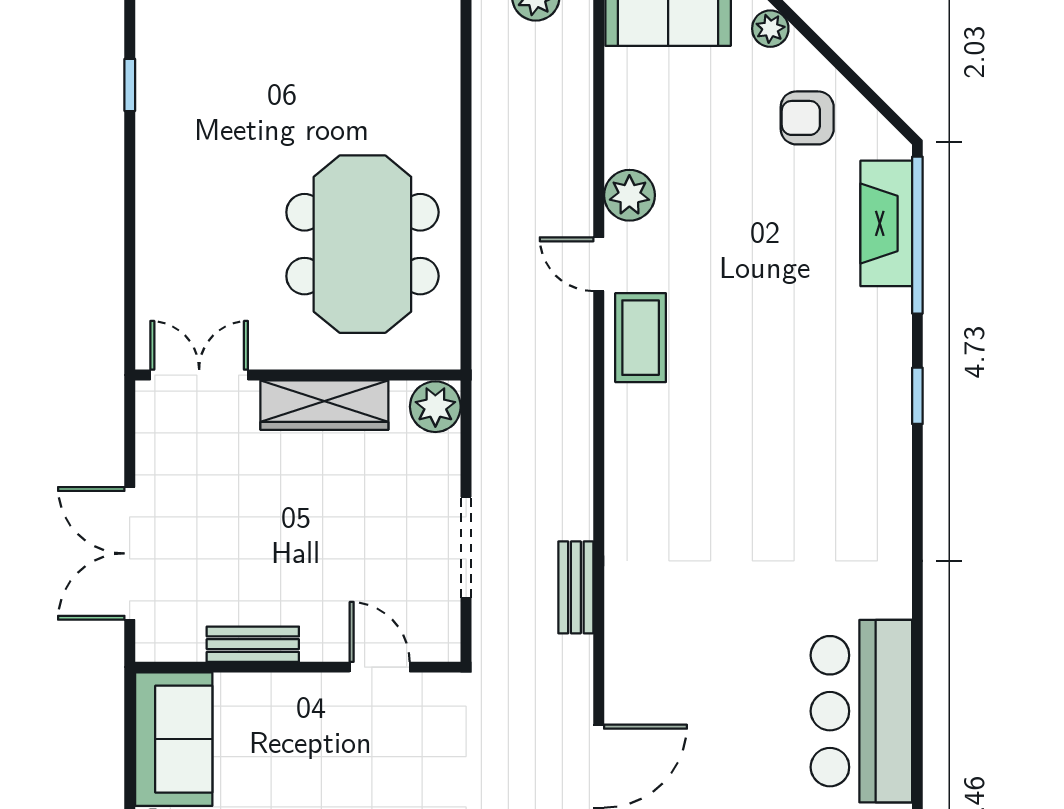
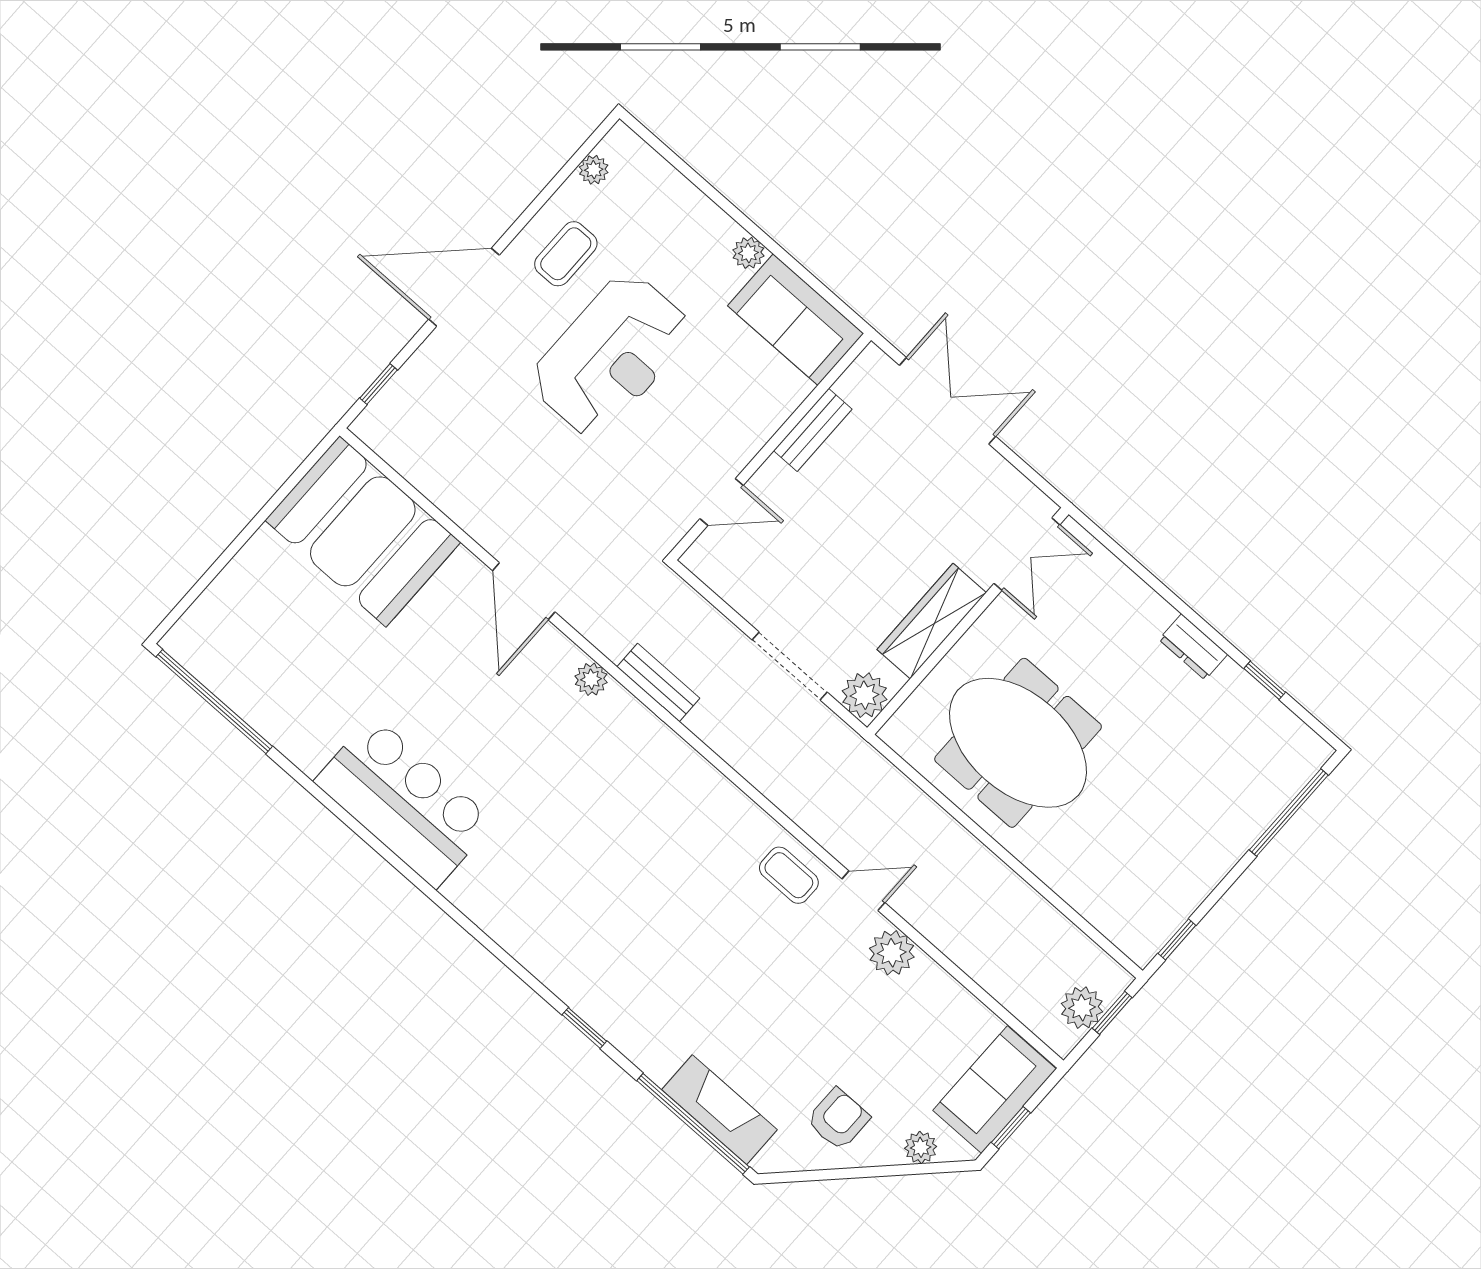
dresser: (154, 169) -> (1193, 647), added
coffee table: (641, 338) -> (789, 875), width x0.73, depth x0.77
doorway: (466, 547) -> (790, 666), moved
plant: (623, 646) -> (591, 679), added

